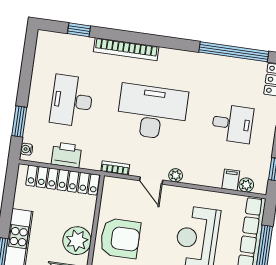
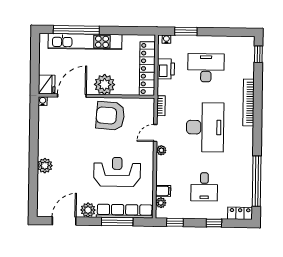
window: (79, 30) -> (258, 54), moved
armchair: (120, 238) -> (110, 116), turned 94

